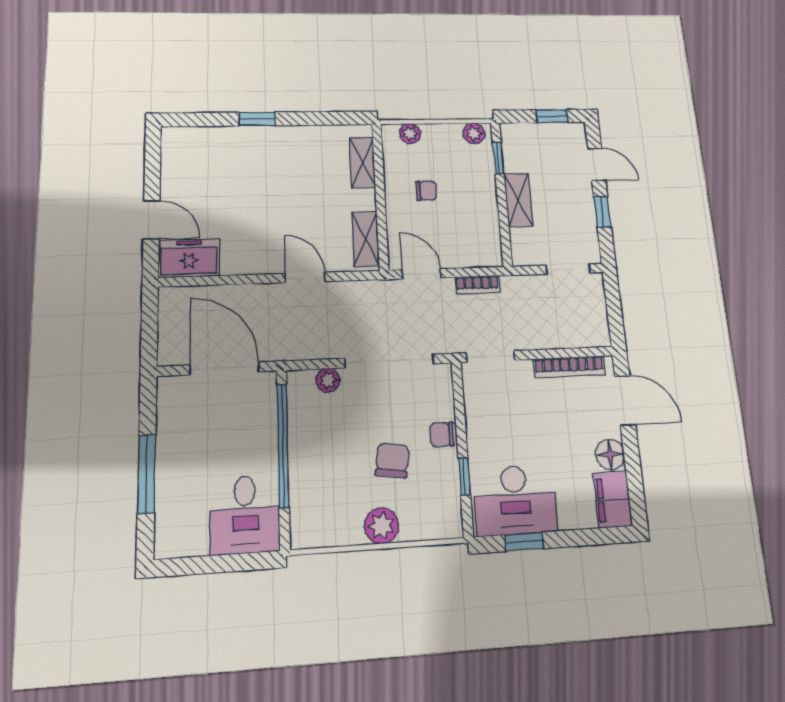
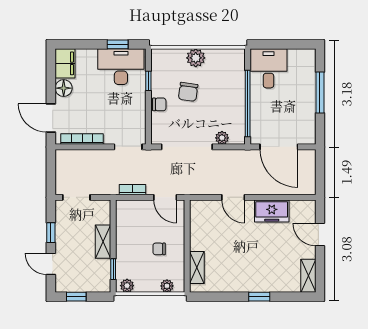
shelving: (366, 239) -> (308, 276), moved
freezer: (189, 258) -> (272, 211), moved

